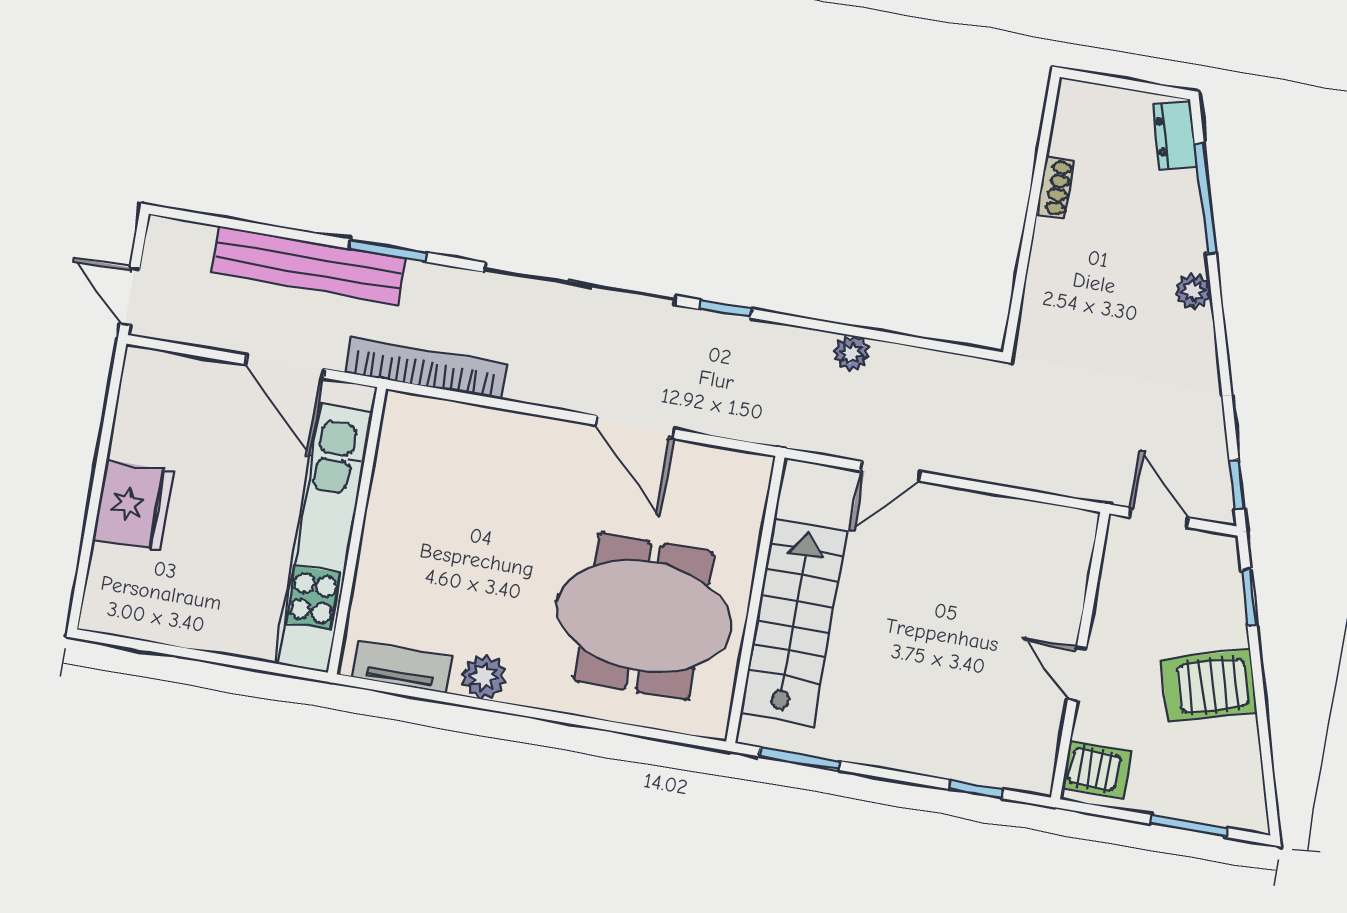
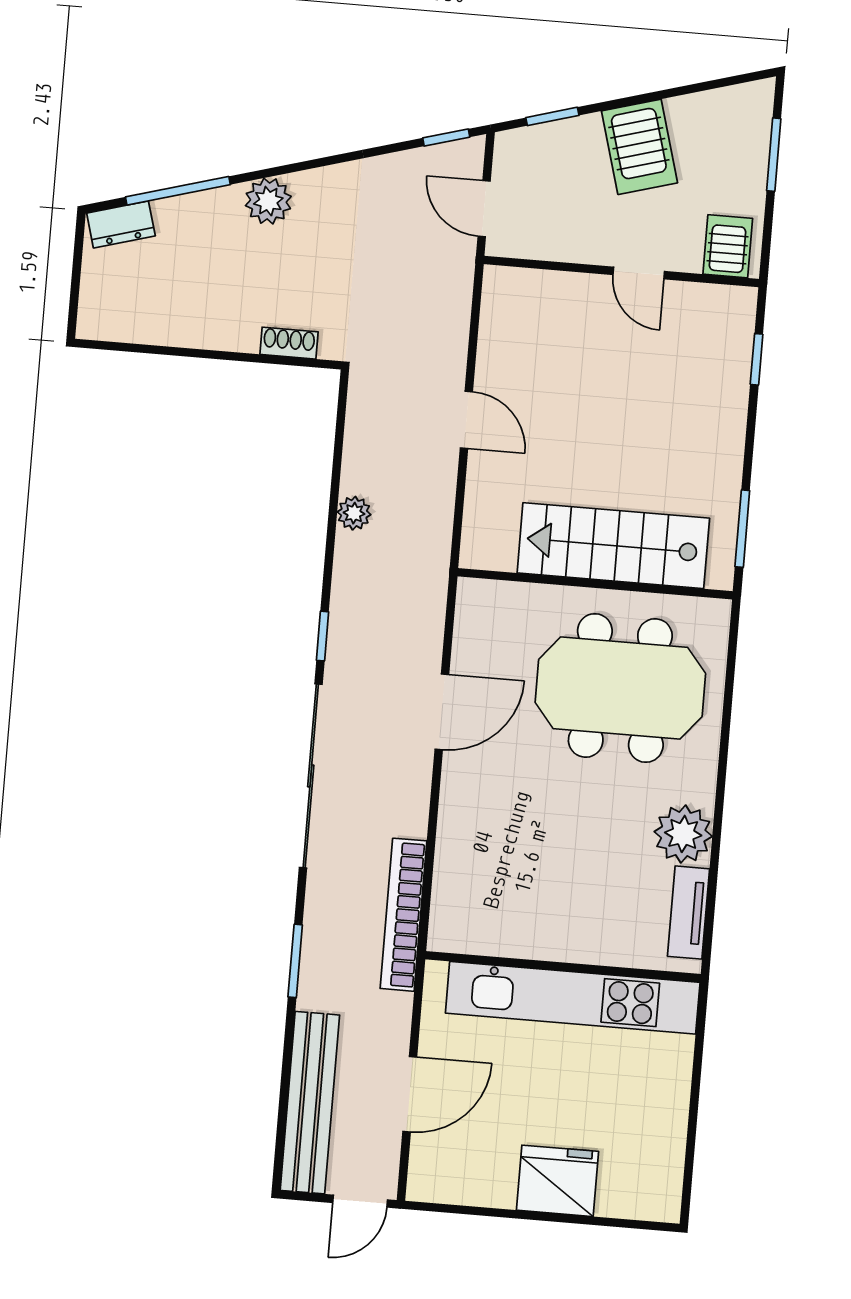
shoe rack: (1055, 187) -> (289, 343), moved
bench: (309, 265) -> (310, 1103), moved
plant: (1193, 291) -> (268, 201), width x1.38, depth x1.38
door: (285, 367) -> (410, 1094), moved
door: (891, 471) -> (466, 420), moved
door: (1159, 518) -> (484, 209), hinge flipped
meeting table: (644, 616) -> (620, 688), turned 90
door: (1077, 674) -> (639, 273), hinge flipped
plant: (484, 677) -> (683, 834), width x1.36, depth x1.36

